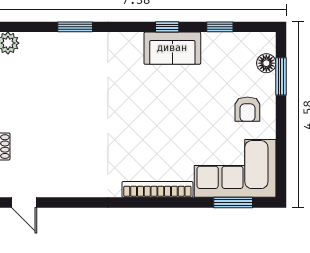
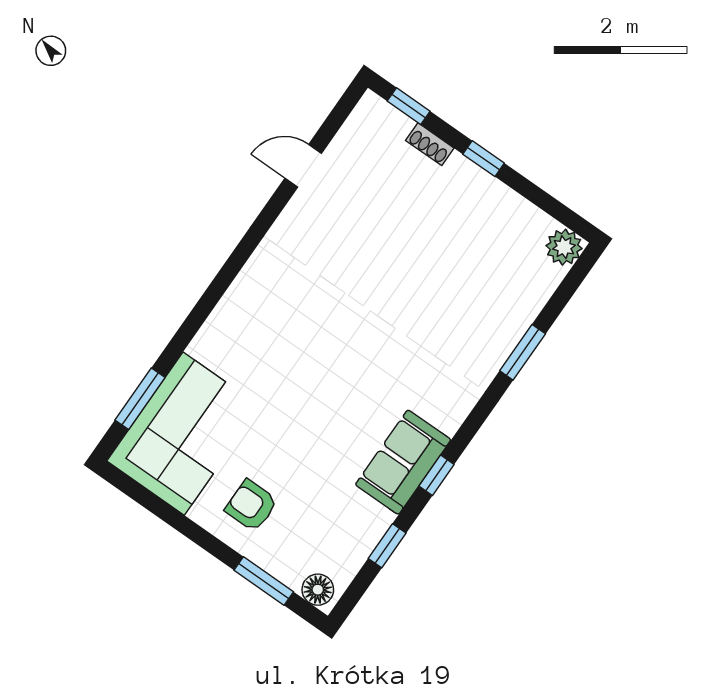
floor lamp: (266, 63) -> (318, 590), moved
bookcase: (157, 189) -> (228, 310), removed
door: (24, 203) -> (303, 166), moved

